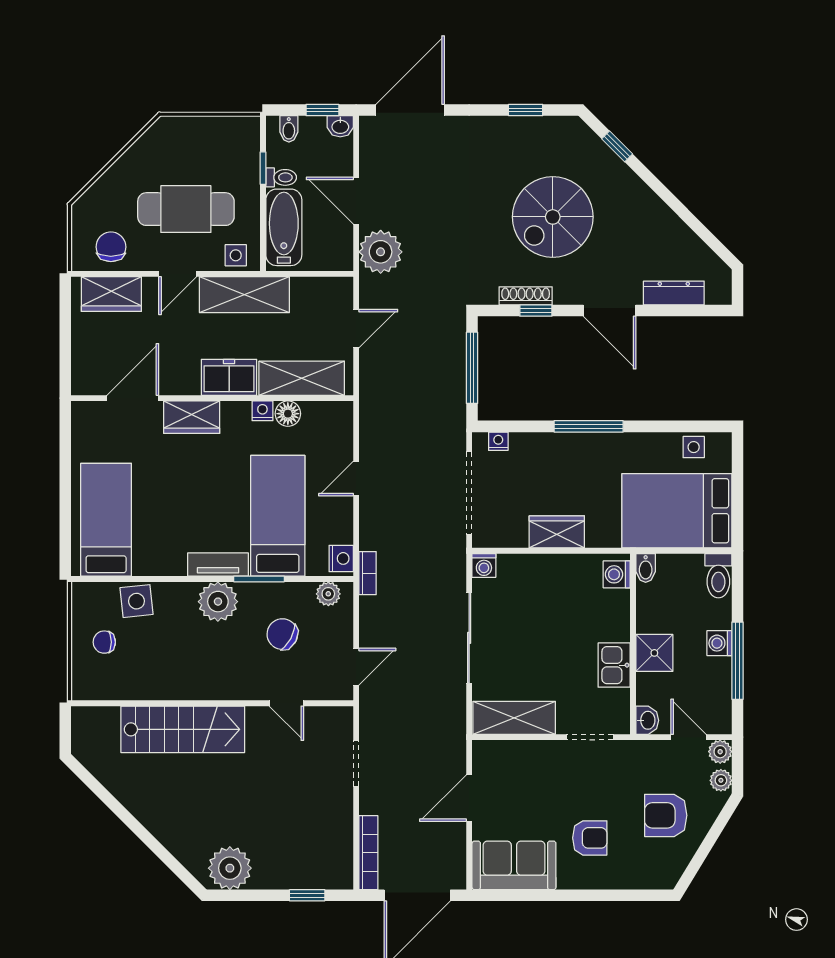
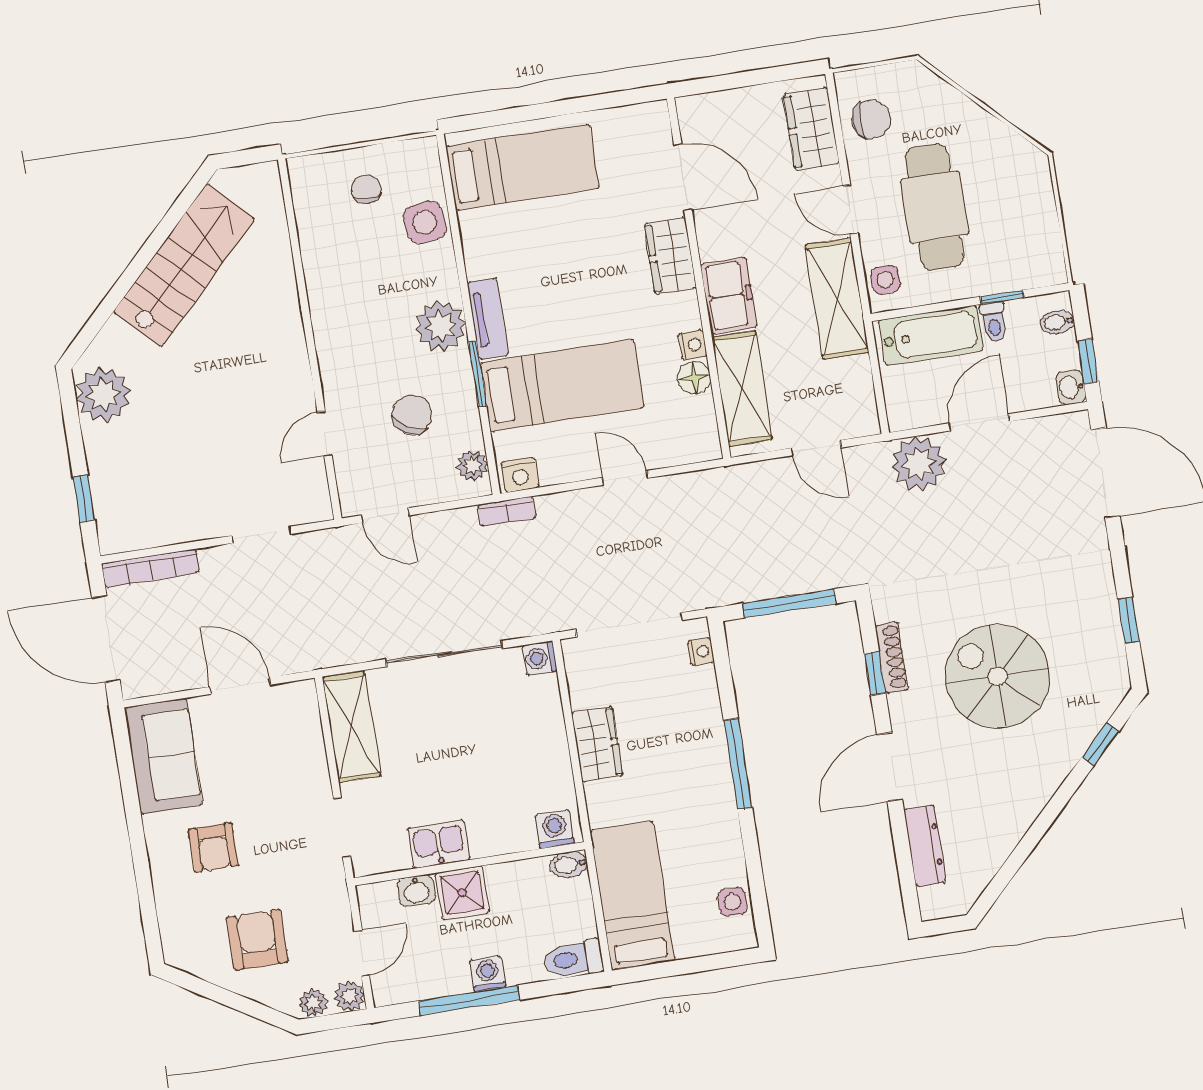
bed: (677, 511) -> (632, 896), width x0.67
washbasin: (647, 720) -> (416, 891), moved
stairs: (183, 729) -> (184, 265), moved, turned -135

